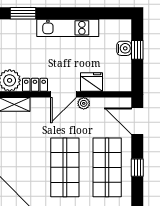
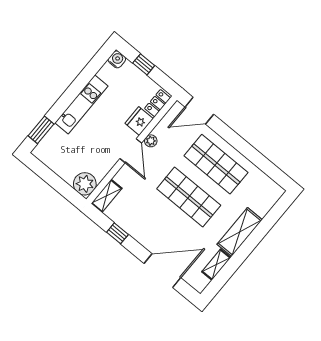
water cooler: (124, 48) -> (117, 59), moved
locker: (35, 85) -> (158, 103), moved
window: (137, 168) -> (236, 141), removed

